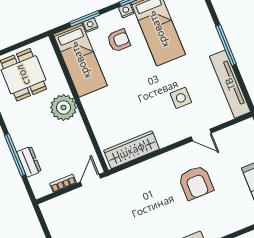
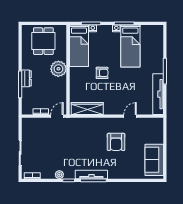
armchair: (119, 40) -> (102, 73), moved
side table: (181, 98) -> (127, 91), removed
door: (201, 135) -> (130, 116), swing flipped
dresser: (29, 162) -> (26, 78), moved

